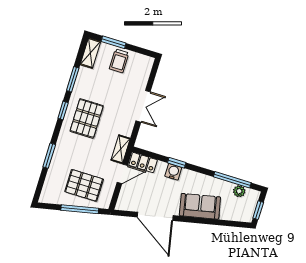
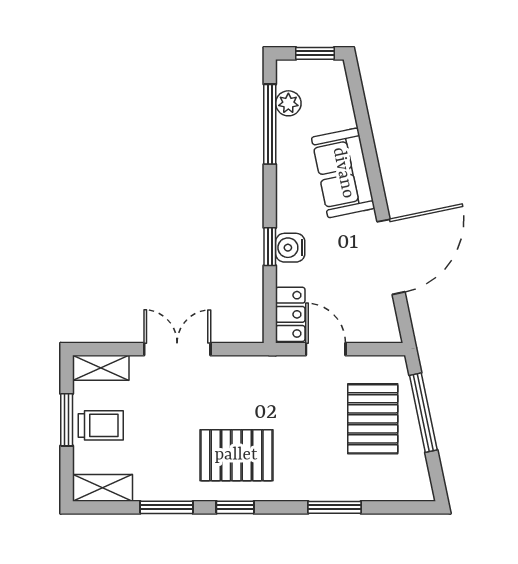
window: (114, 42) -> (67, 420), moved
shelving: (121, 149) -> (101, 368), moved

